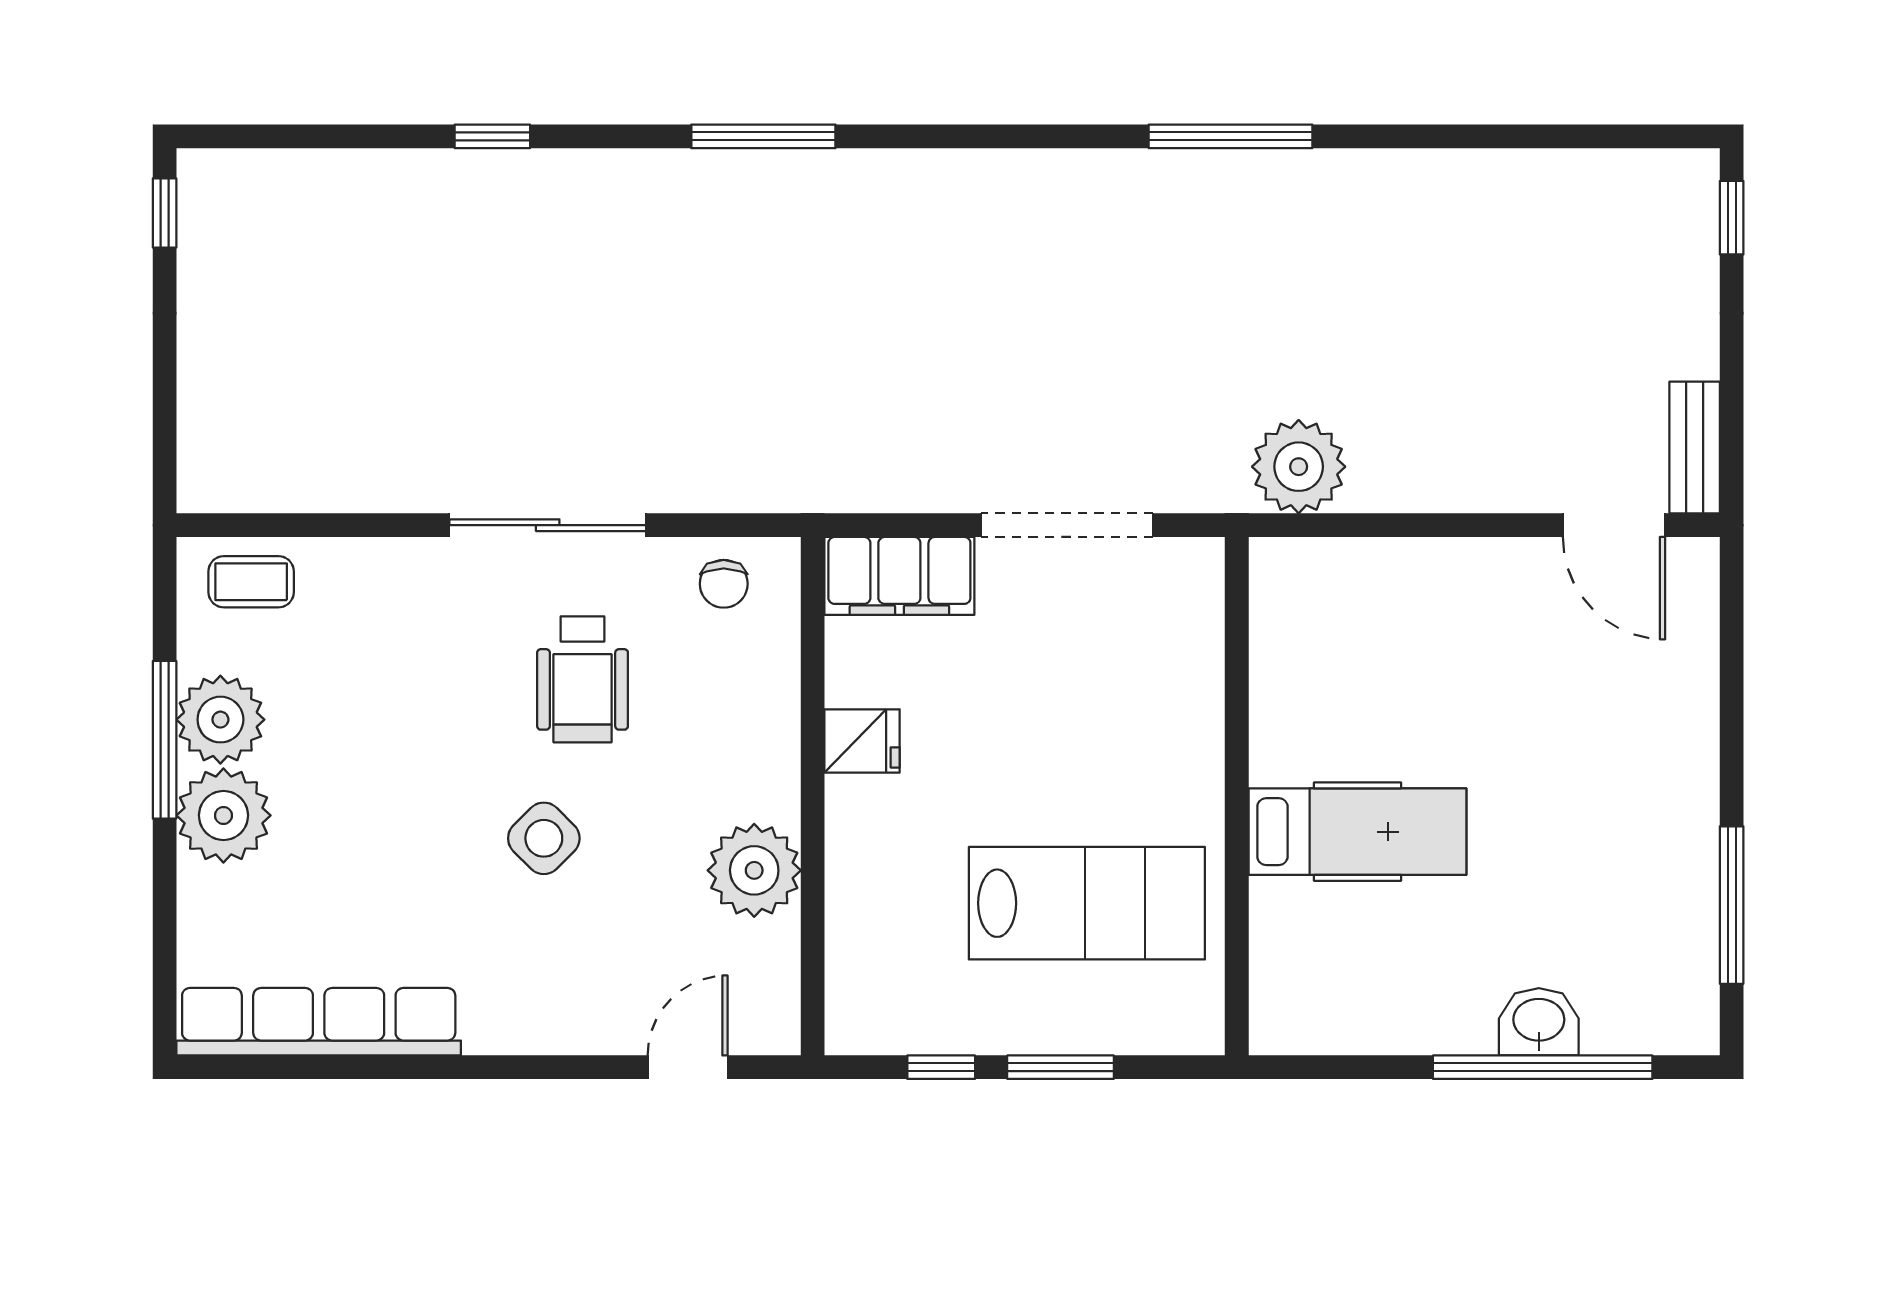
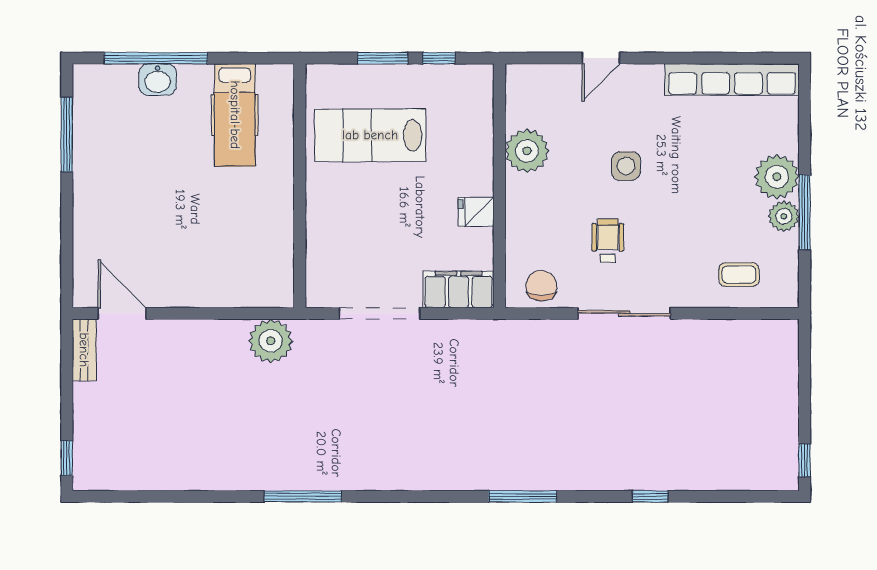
coffee table: (251, 582) -> (739, 275), moved
chair: (724, 584) -> (541, 286), width x1.37, depth x1.37
wheelchair: (583, 679) -> (608, 241), width x0.73, depth x0.73
plant: (220, 720) -> (784, 216), width x0.73, depth x0.73
hospital bed: (1357, 832) -> (235, 115), moved, turned -90
side table: (544, 838) -> (626, 166), turned 45
door: (688, 1067) -> (601, 58), moved

